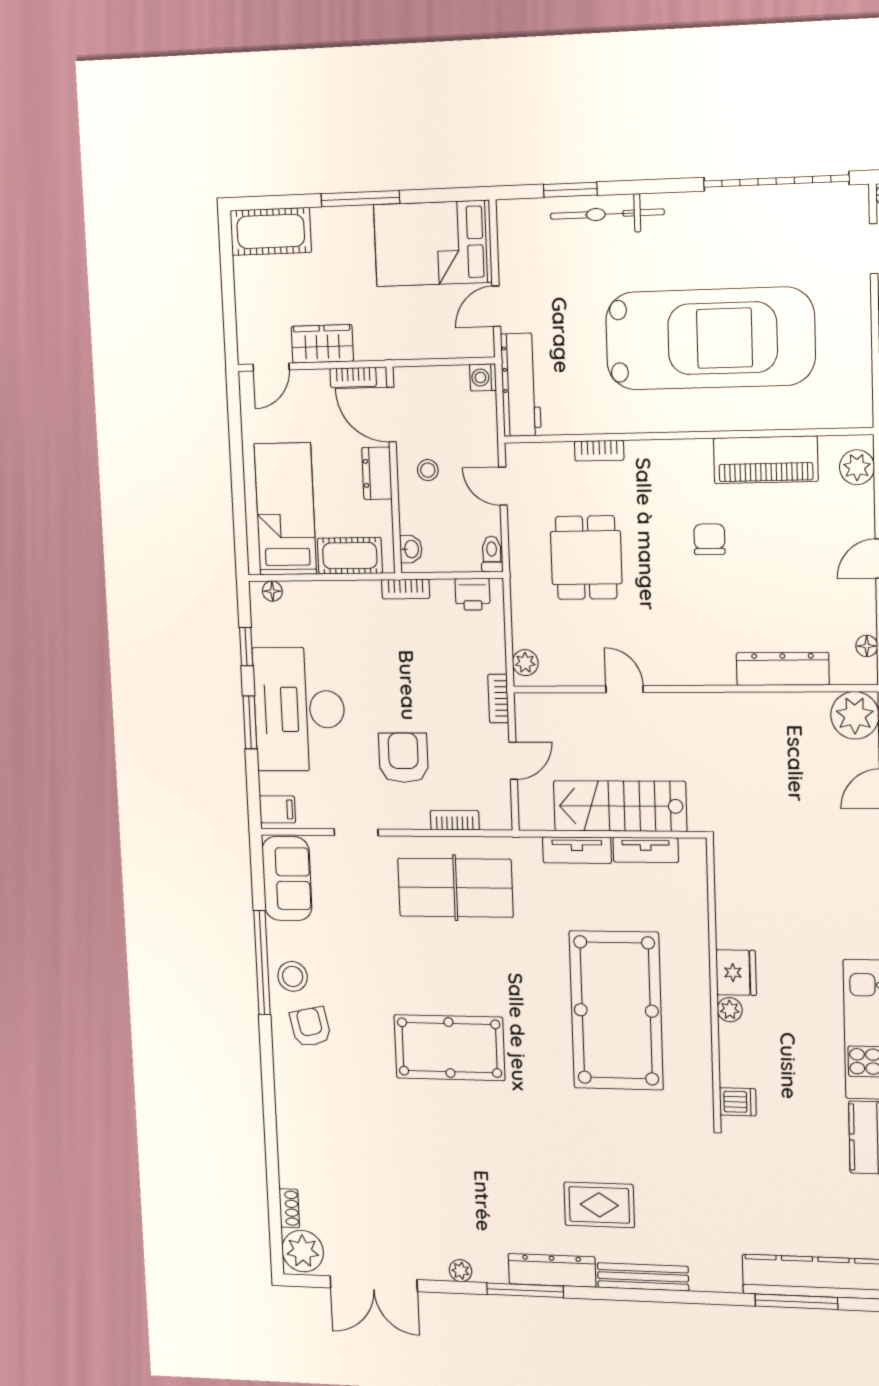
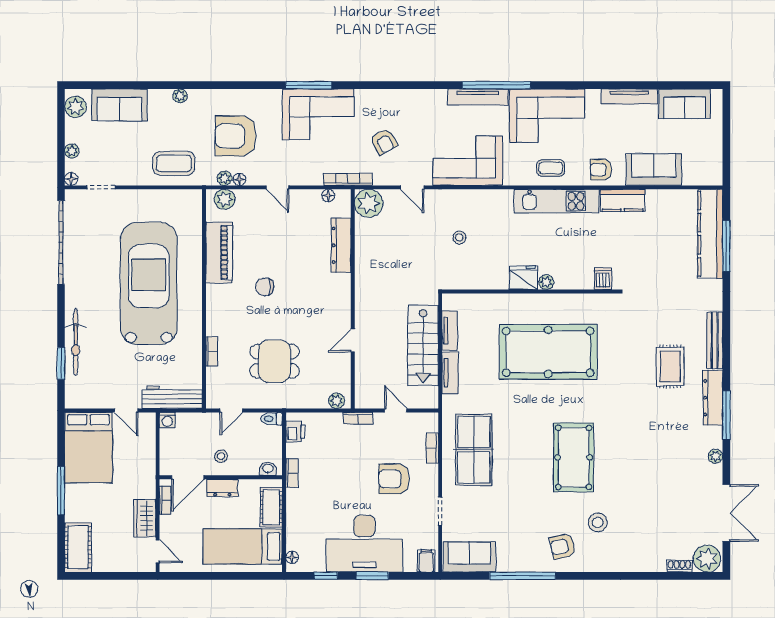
stool: (800, 868) -> (459, 238), added
stool: (293, 976) -> (598, 522), moved

